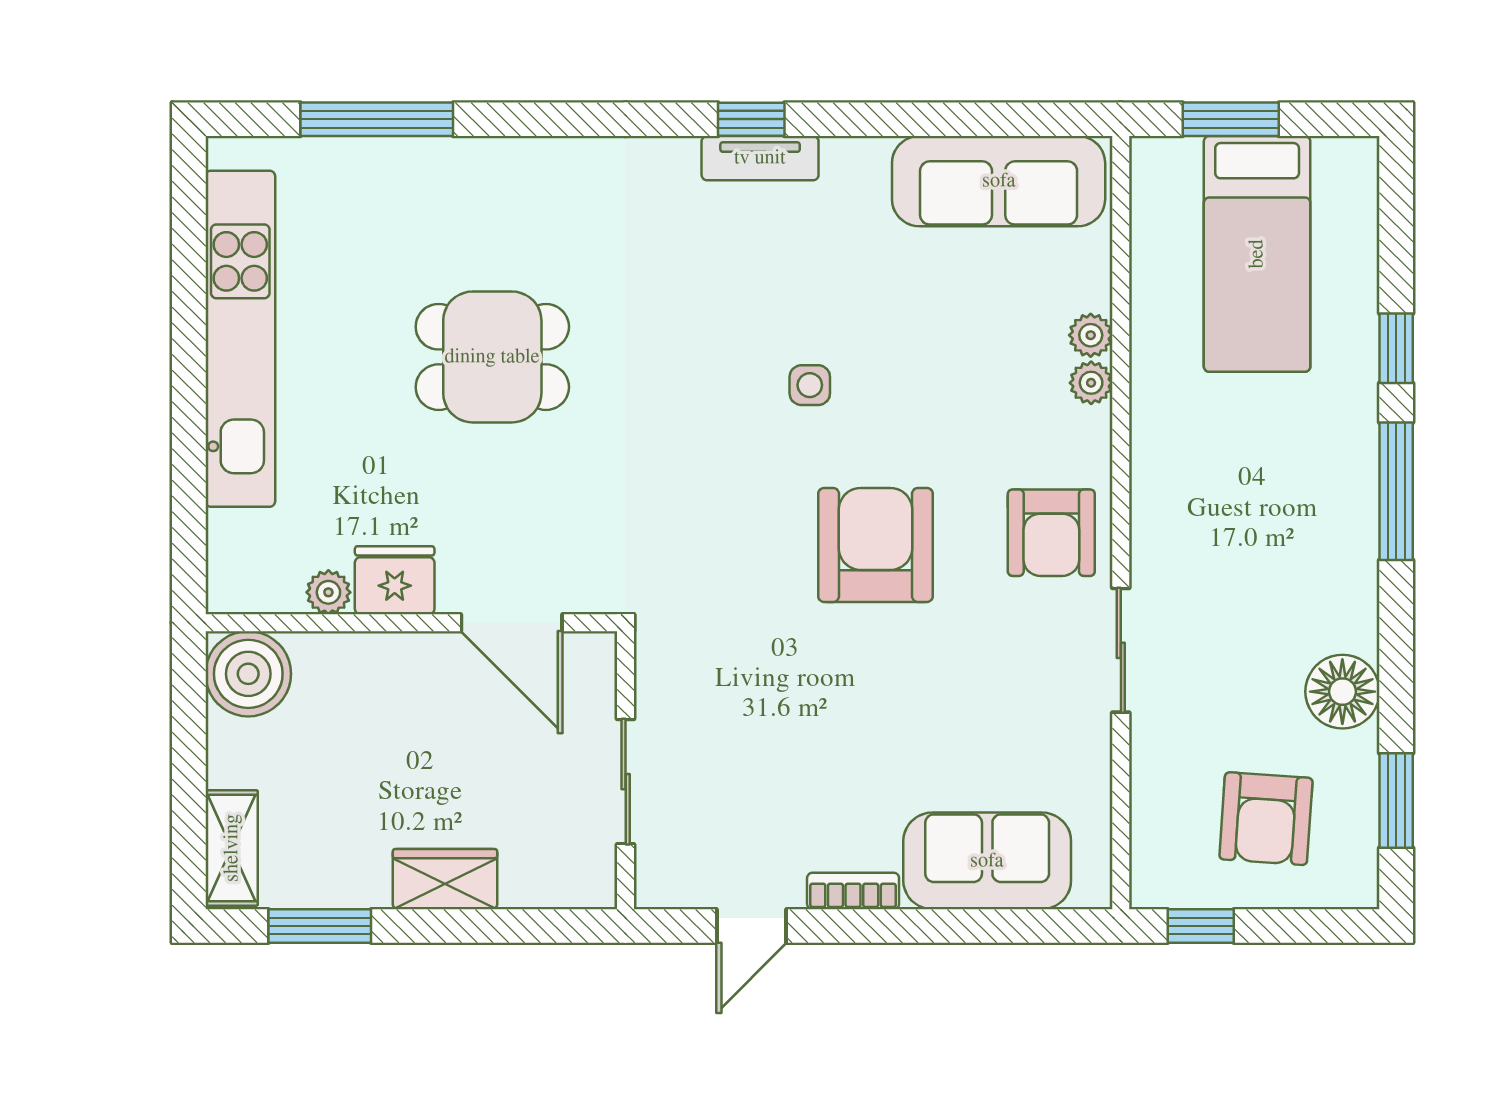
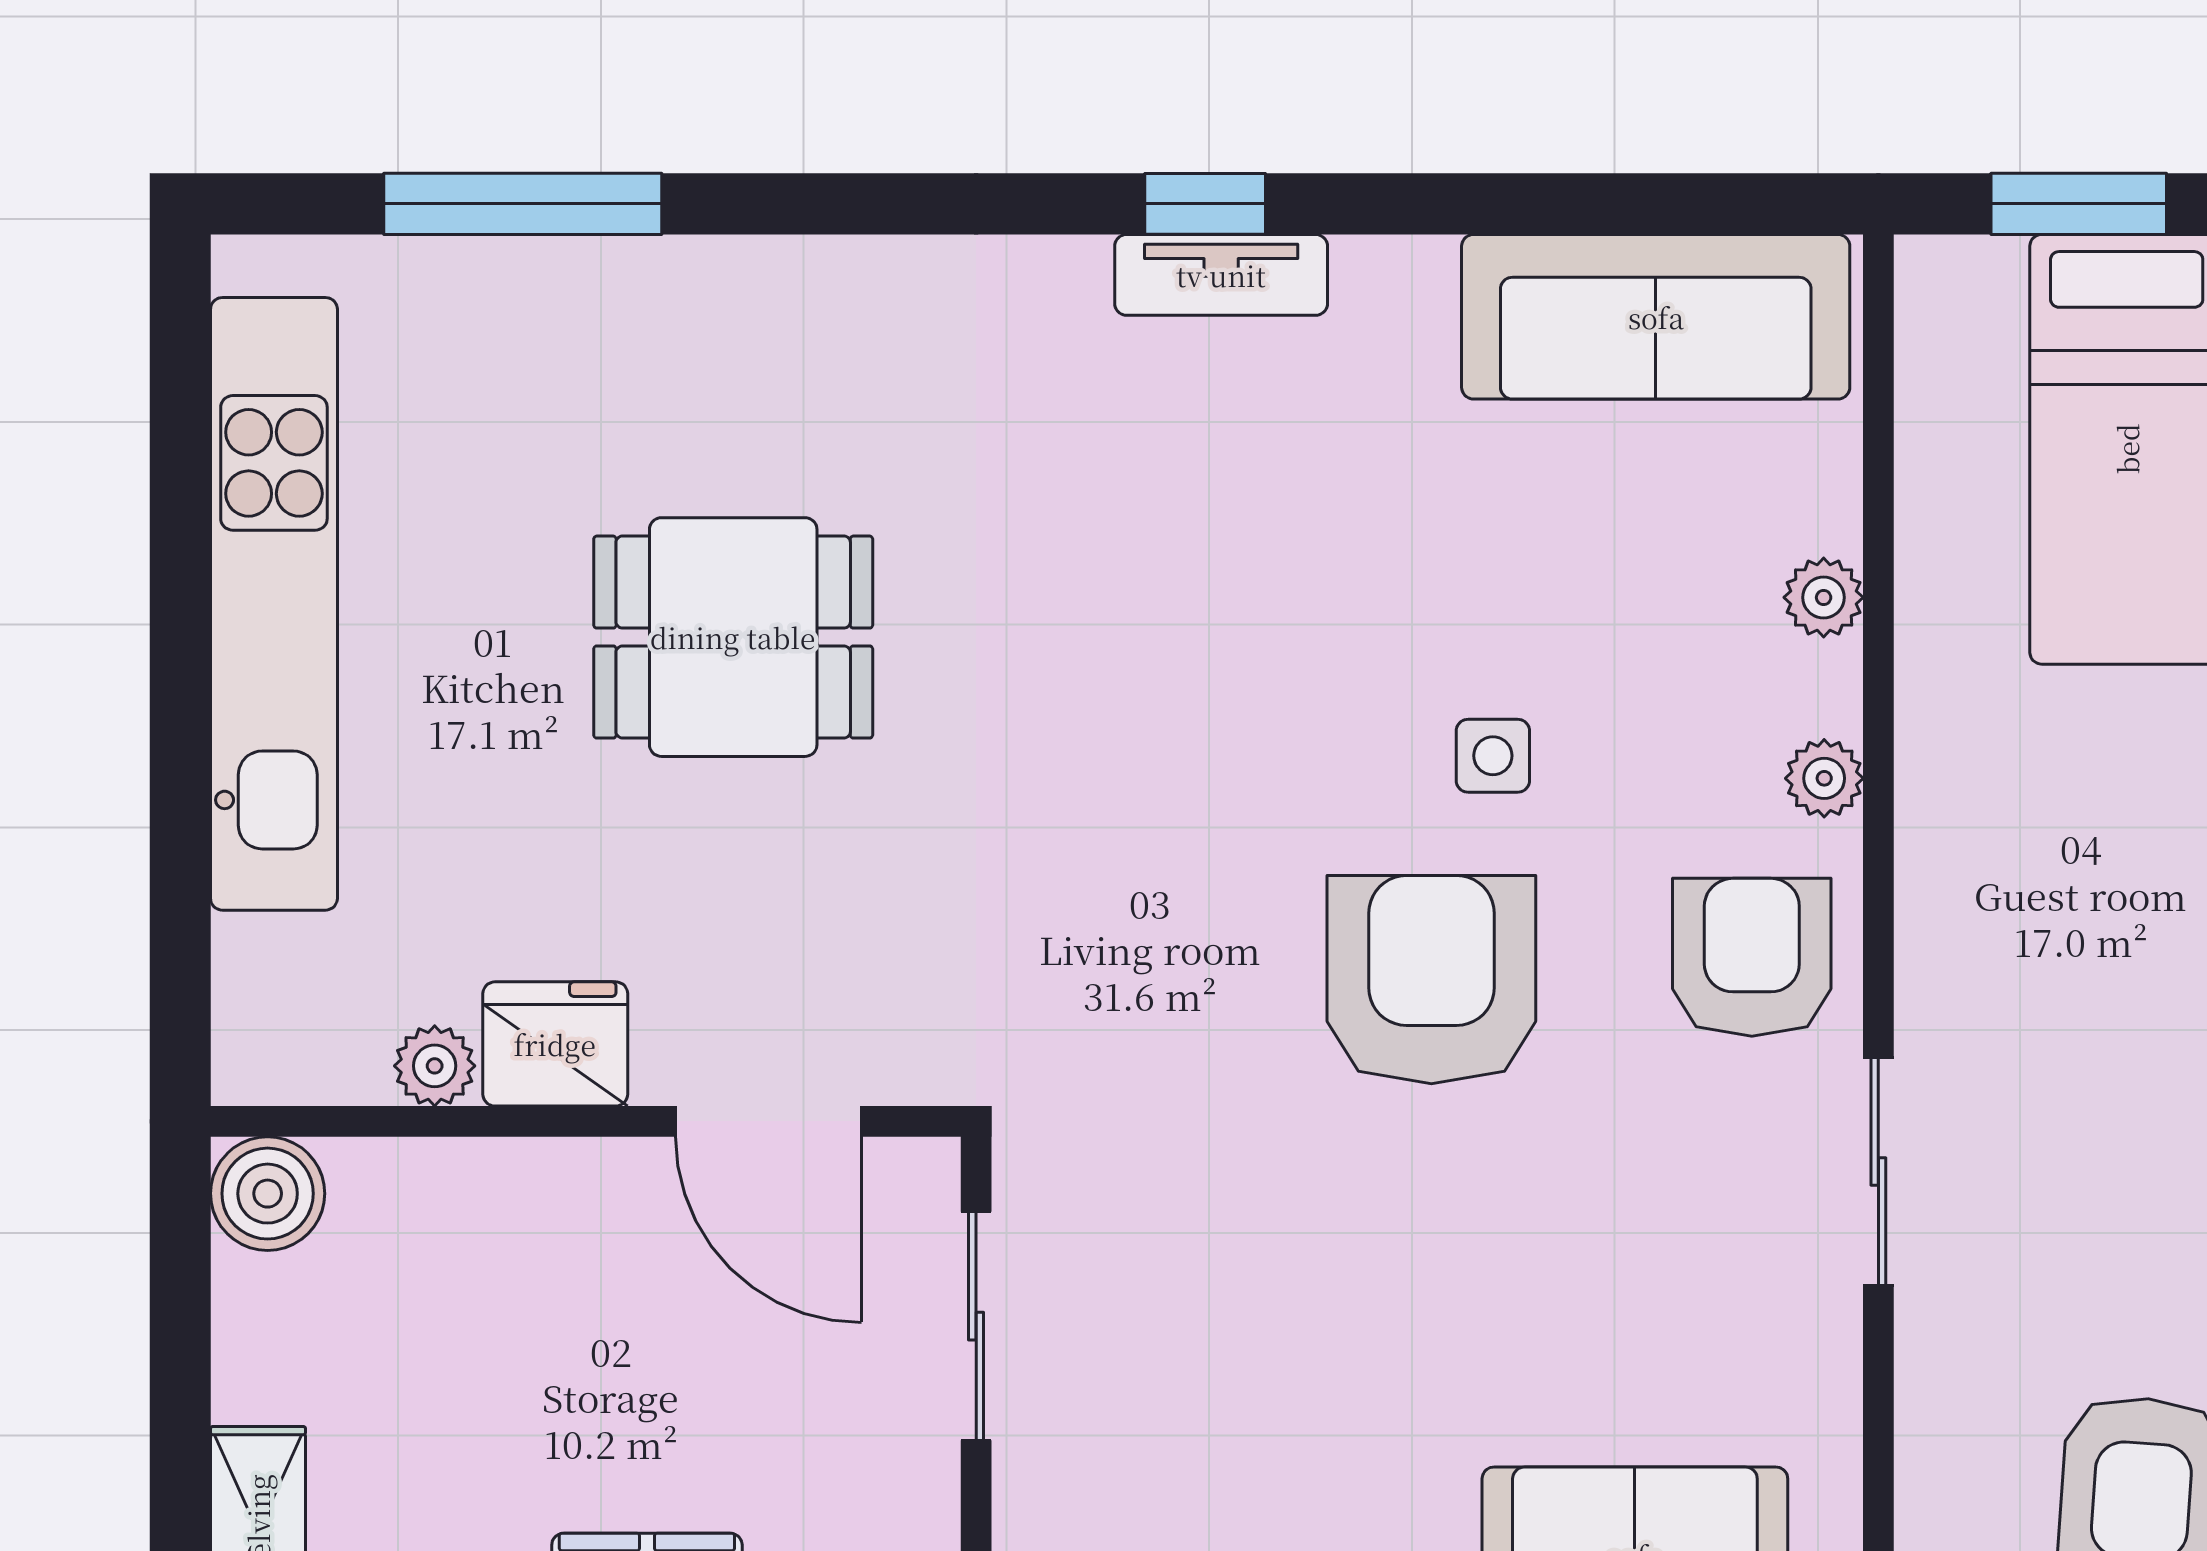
plant: (1091, 383) -> (1824, 778), moved
side table: (810, 385) -> (1493, 756), moved
armchair: (1051, 533) -> (1752, 957), turned 180
boiler: (248, 674) -> (268, 1194), width x0.73, depth x0.73
sliding door: (626, 782) -> (976, 1326), moved

